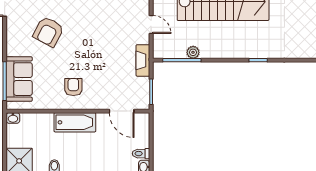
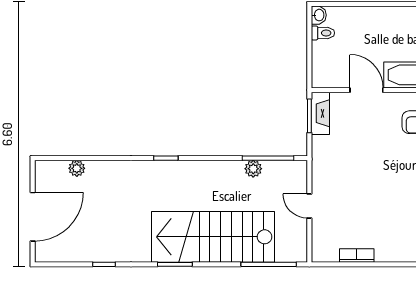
fireplace: (143, 60) -> (320, 113), moved
door: (122, 111) -> (367, 90), moved

